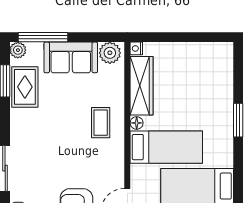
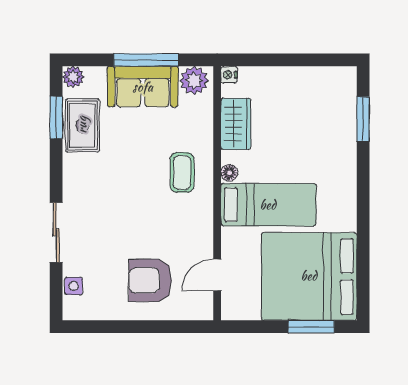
window: (43, 37) -> (146, 60), moved
wardrobe: (142, 86) -> (236, 124), width x0.67
window: (238, 120) -> (363, 119), moved

